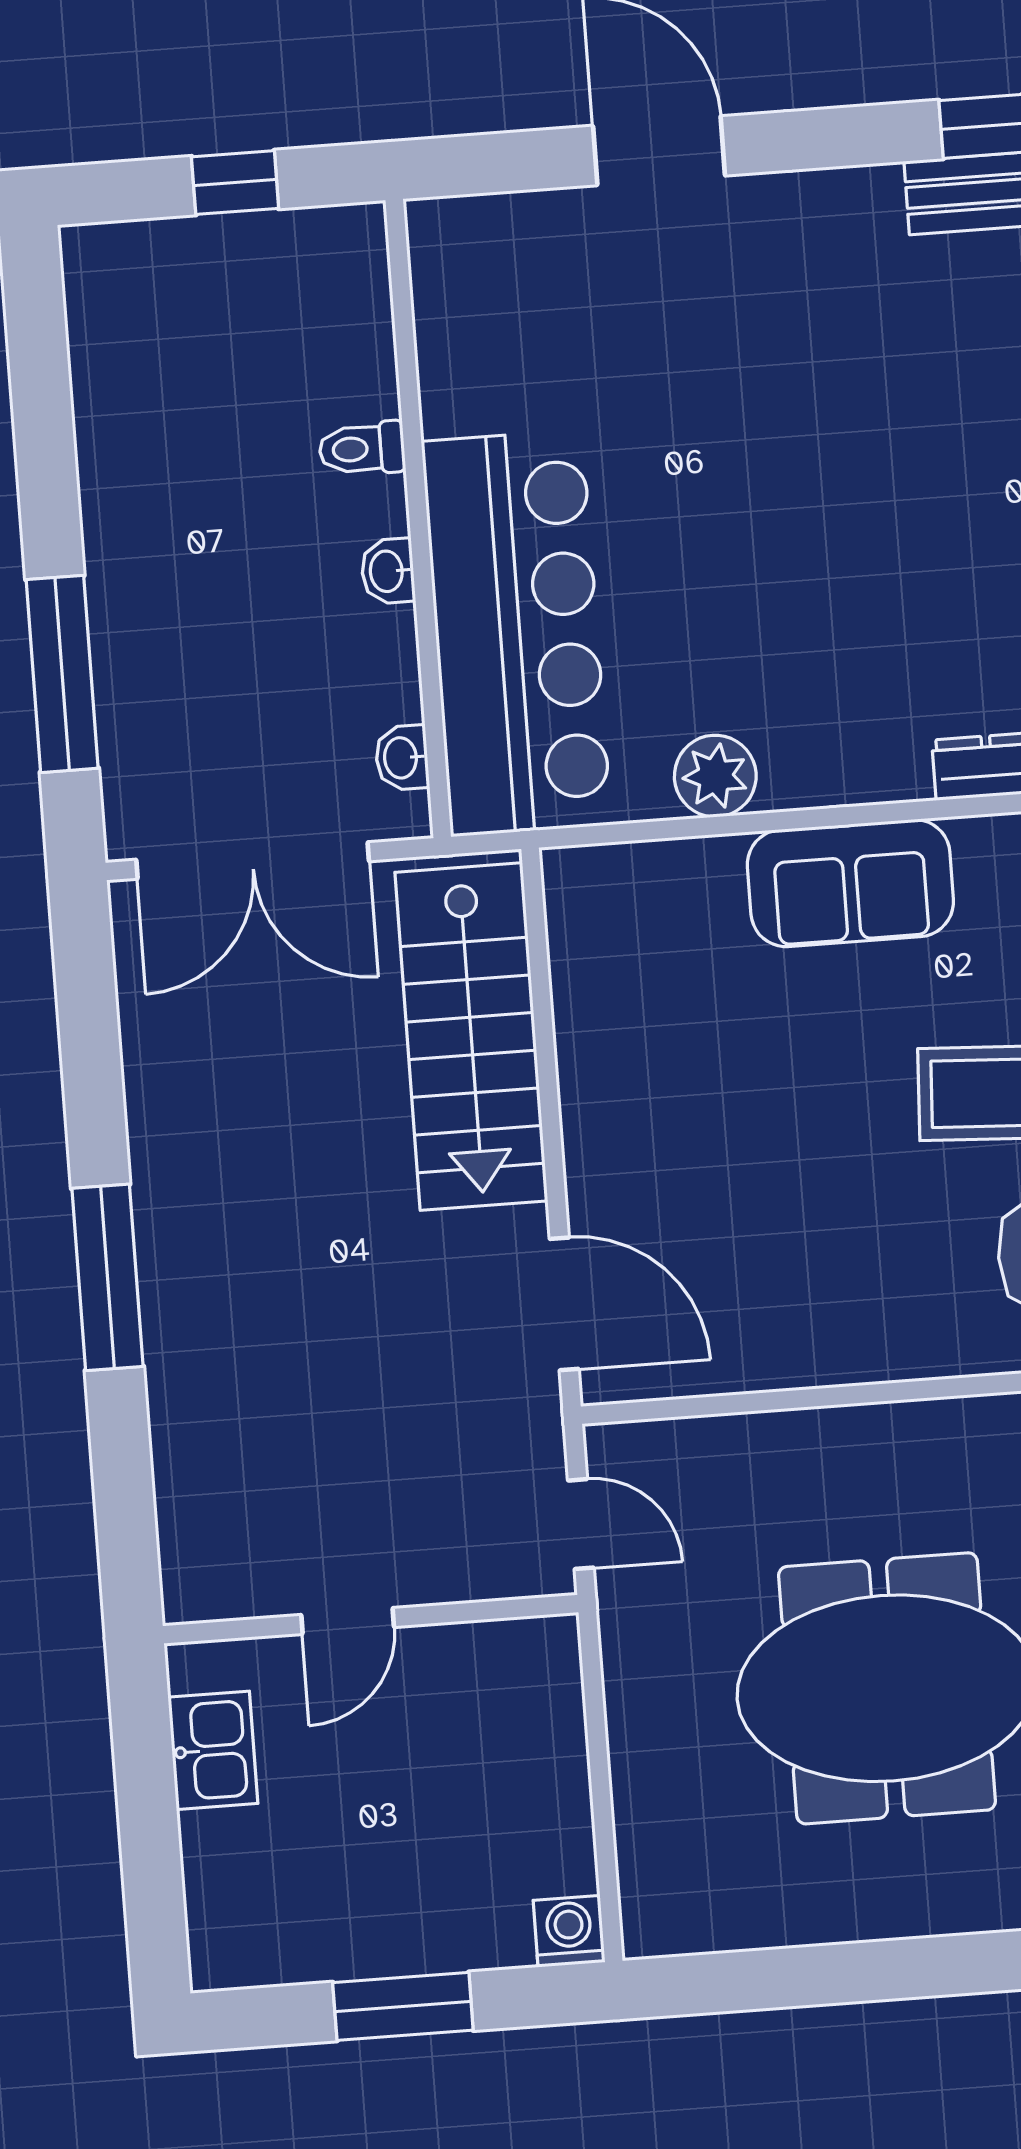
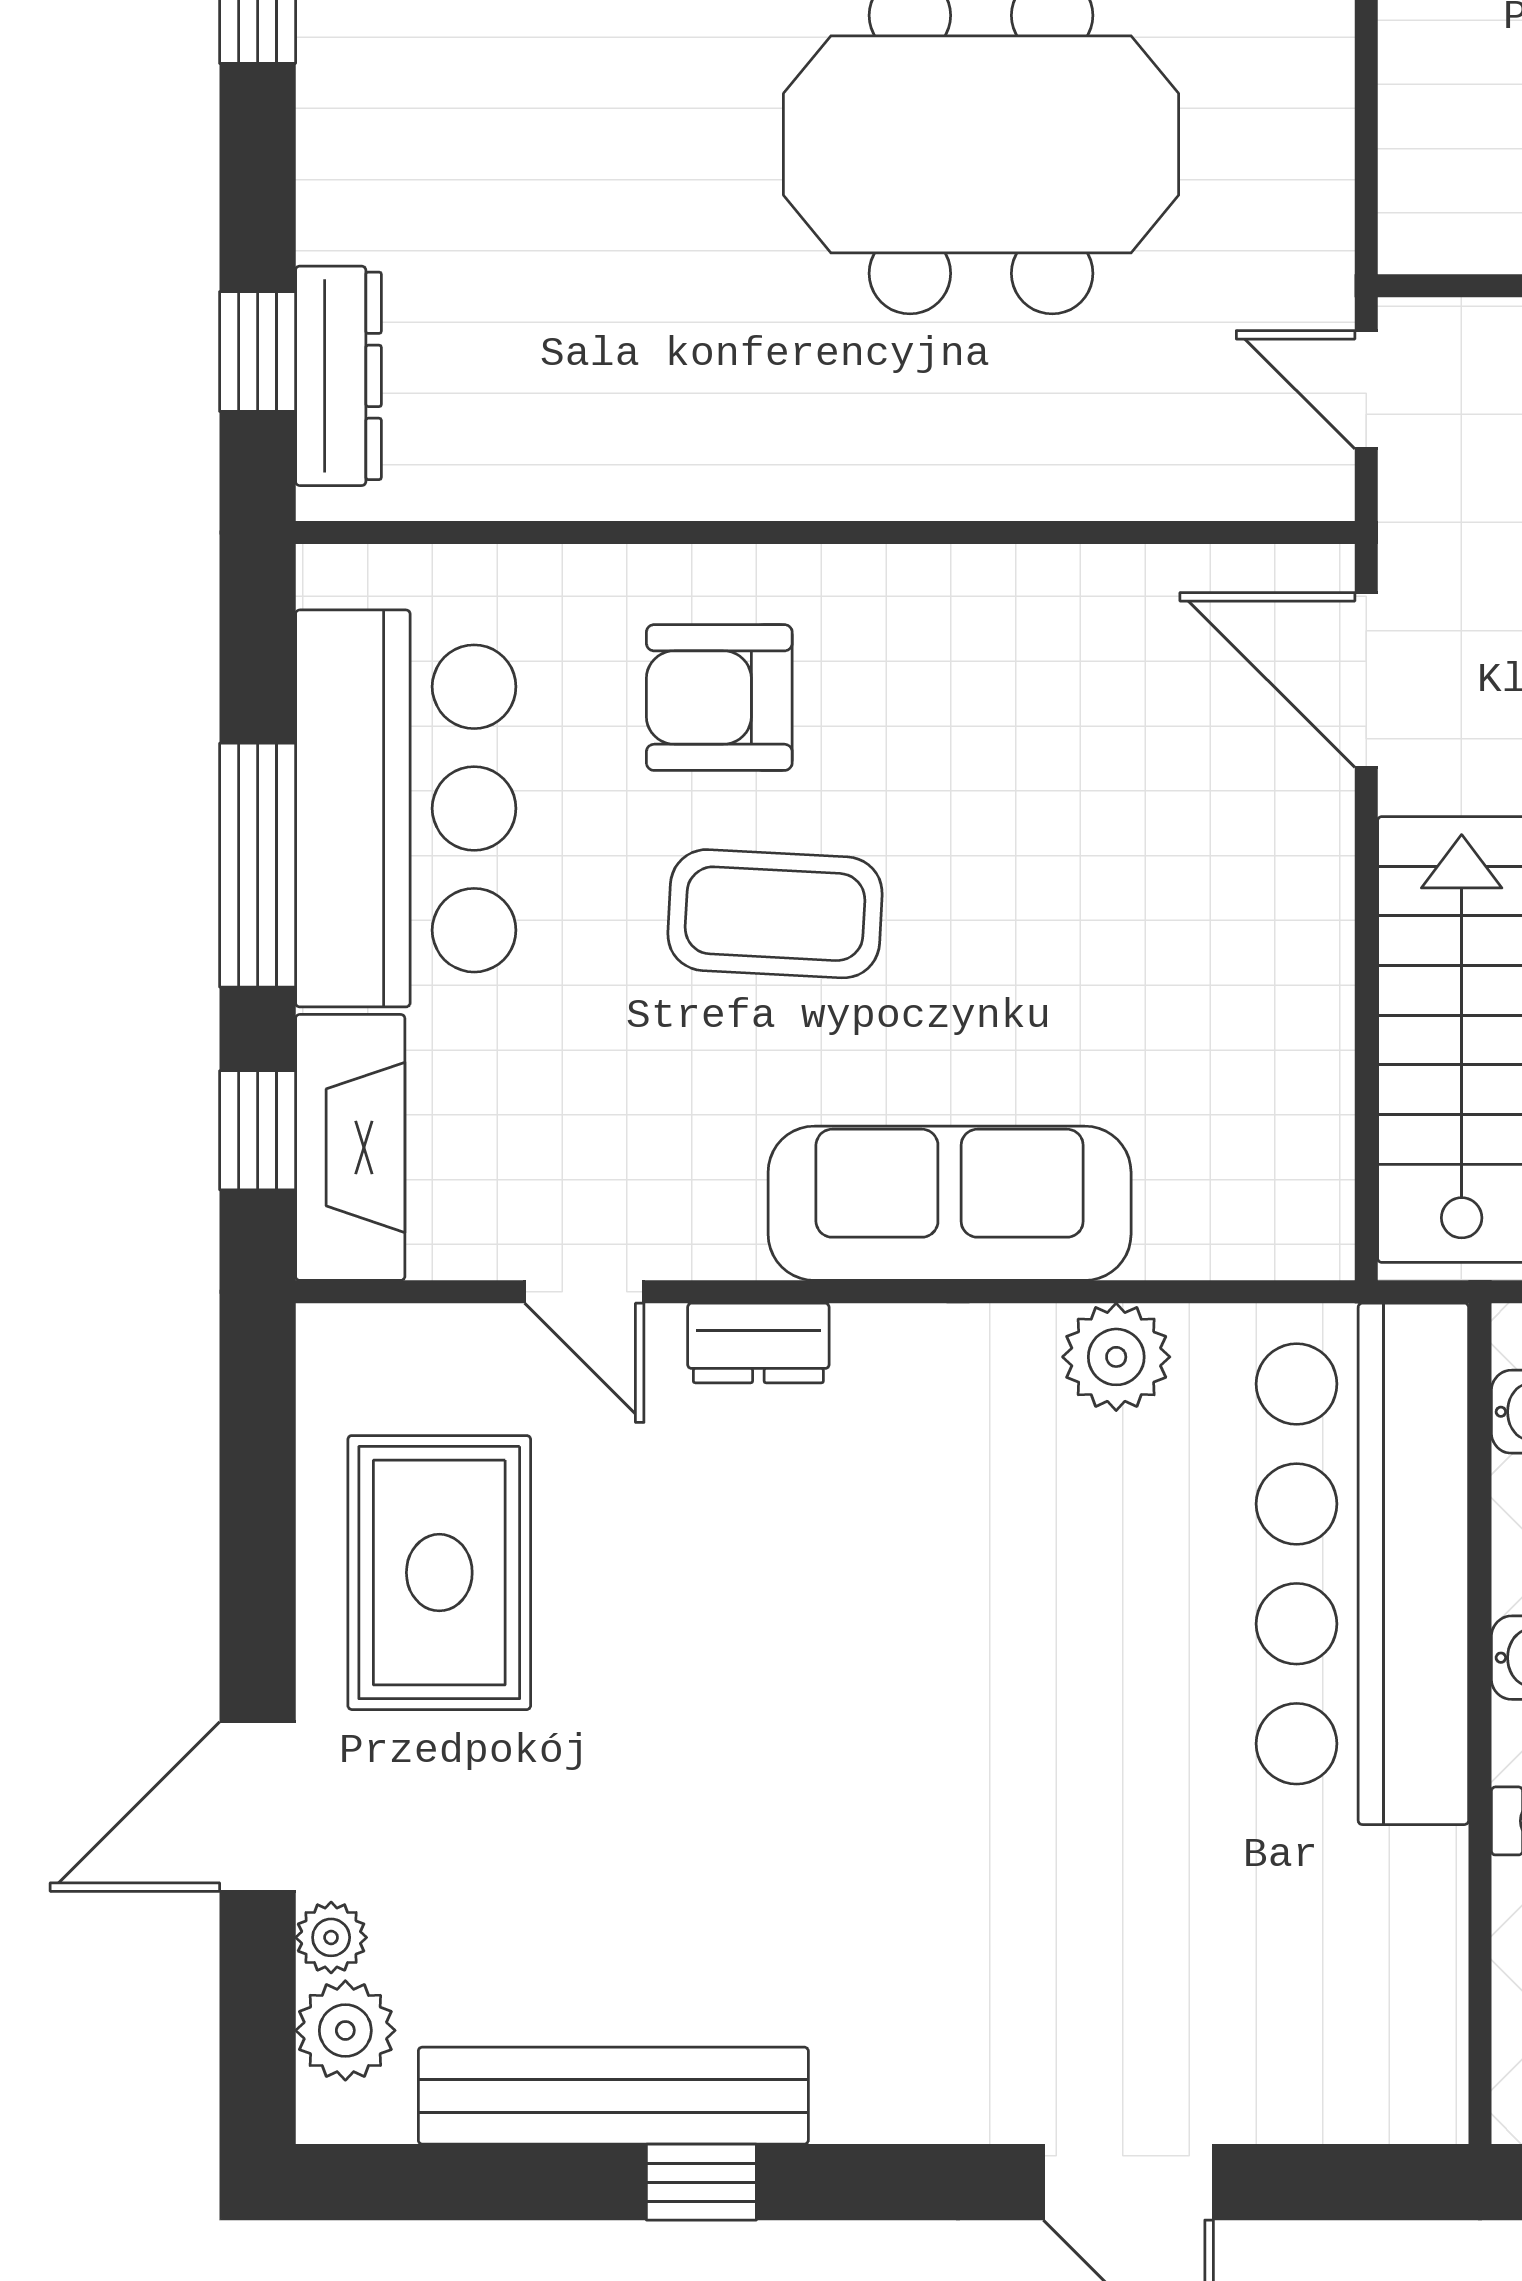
sofa: (850, 883) -> (950, 1203), width x1.36

